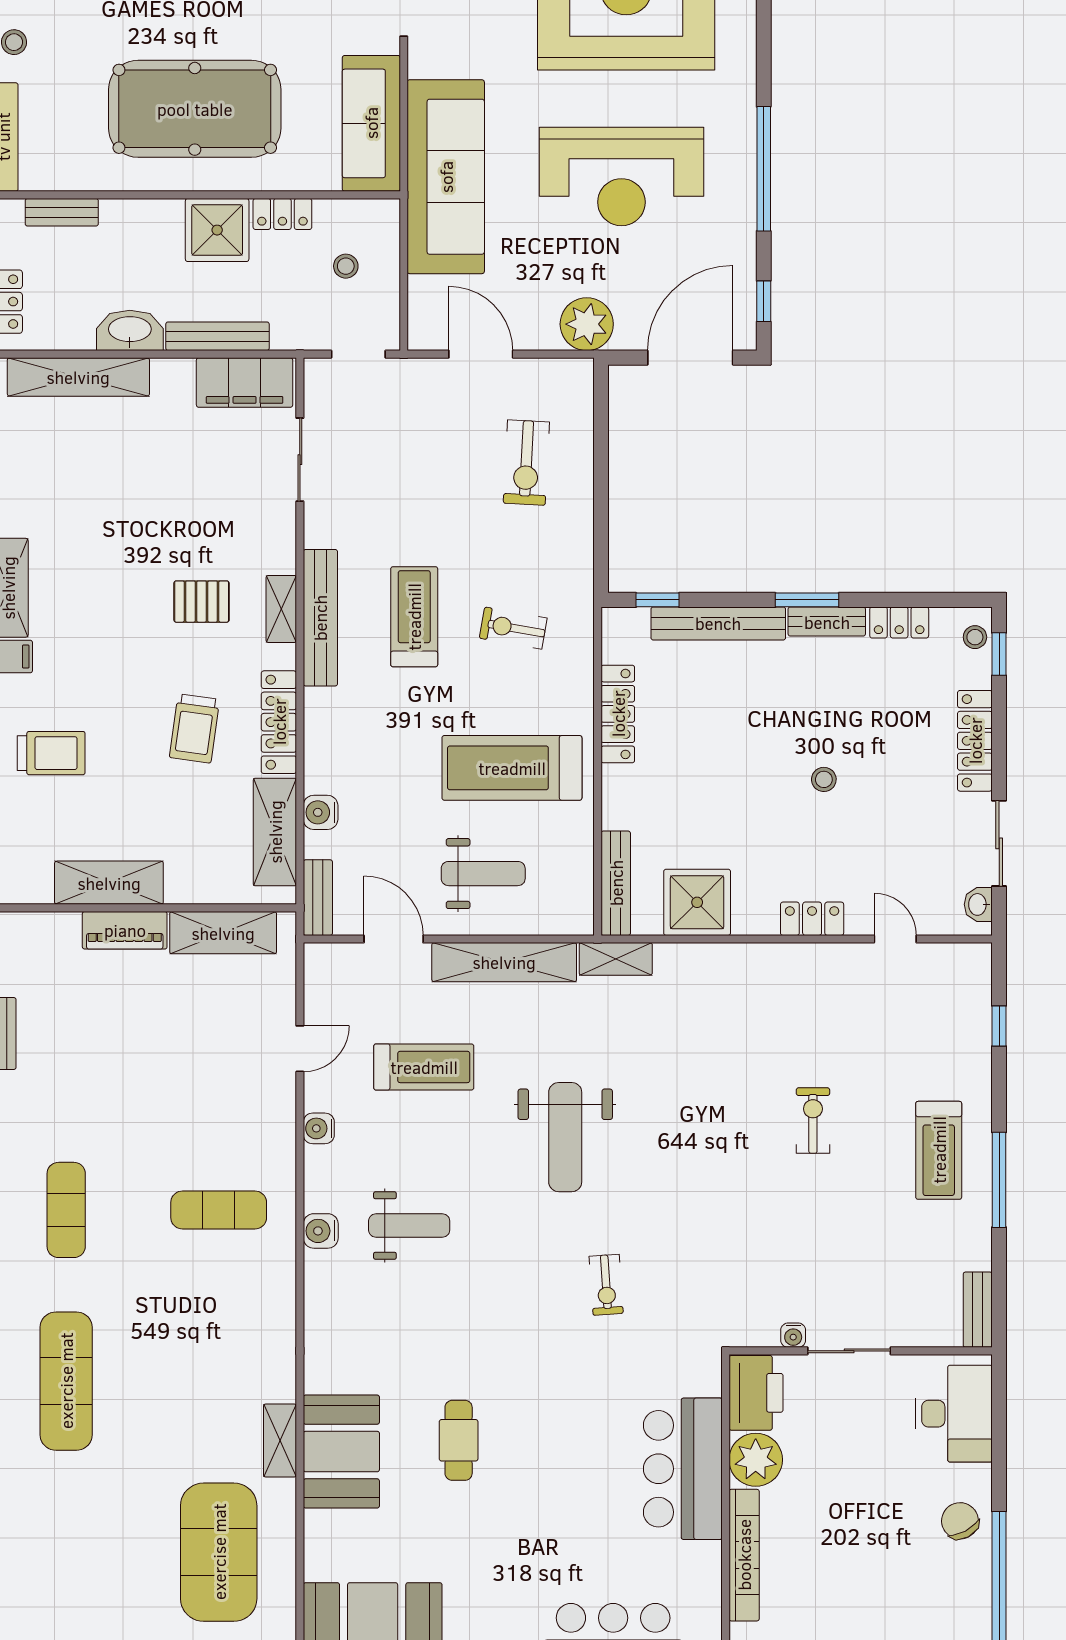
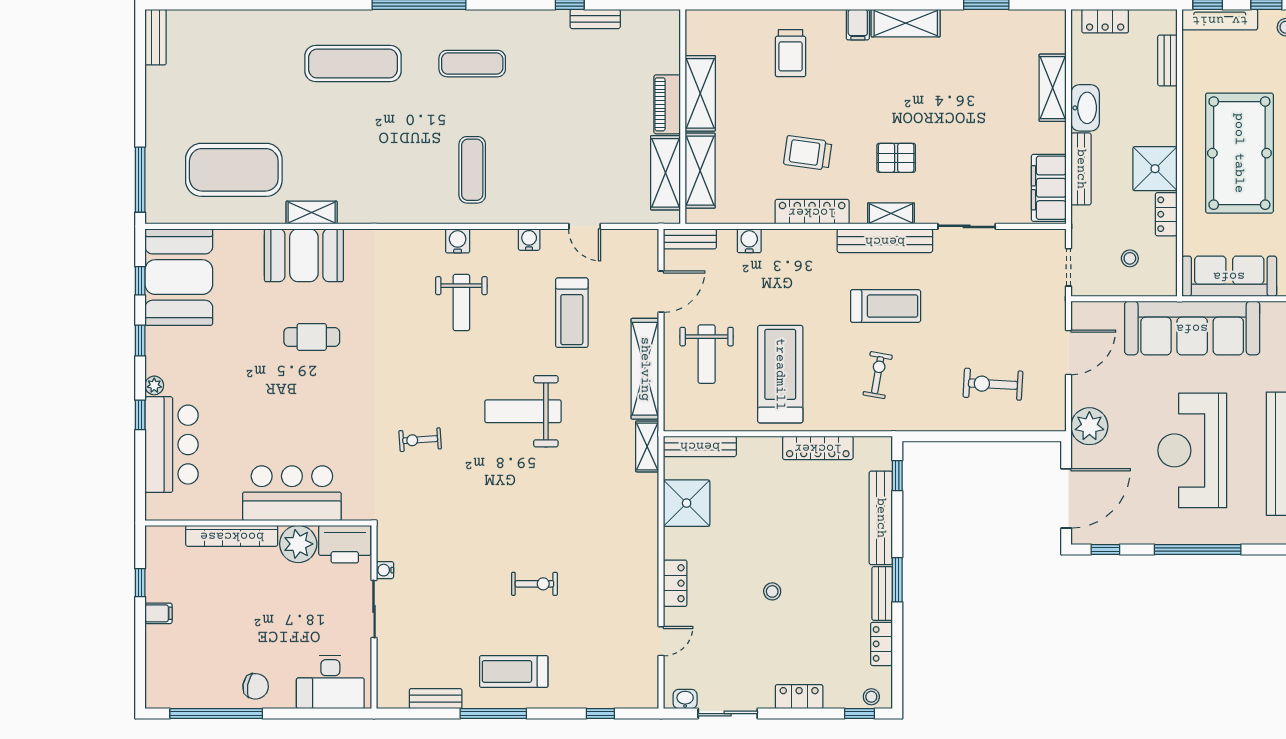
door: (690, 358) -> (1066, 498), hinge flipped
shelving: (78, 377) -> (1053, 88), width x0.68
sliding door: (300, 460) -> (967, 226), moved
pallet: (202, 602) -> (896, 158), turned 90
locker: (975, 741) -> (799, 697), width x0.66
shelving: (275, 832) -> (700, 171), moved, turned 90
bench: (978, 1310) -> (436, 699), moved
chair: (960, 1521) -> (256, 686), turned 38

